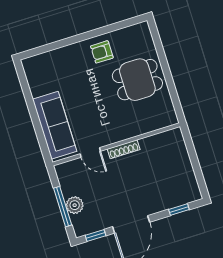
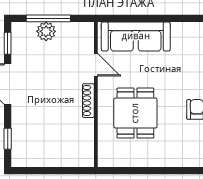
dining table: (137, 80) -> (135, 113), moved
door: (90, 152) -> (96, 65), swing flipped

